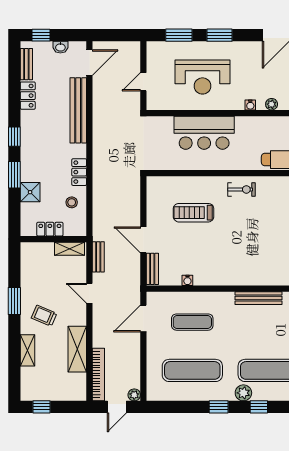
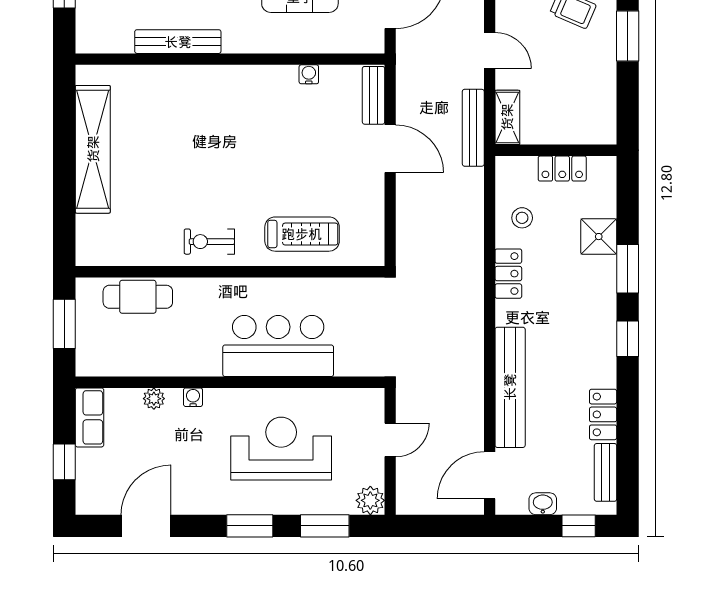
plant: (154, 49) -> (370, 500), added
treadmill: (194, 213) -> (302, 234), moved
shelving: (69, 249) -> (507, 117), moved, turned 90
bench: (98, 257) -> (473, 128), width x1.36

